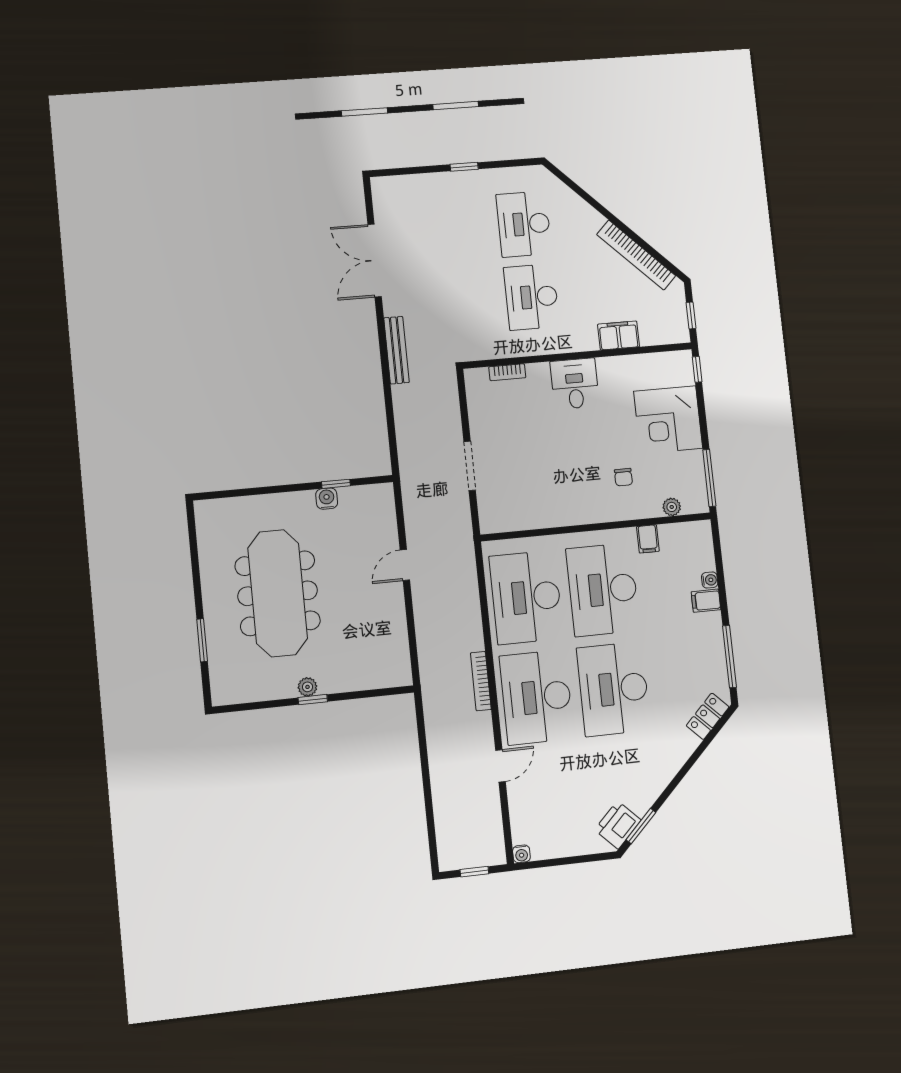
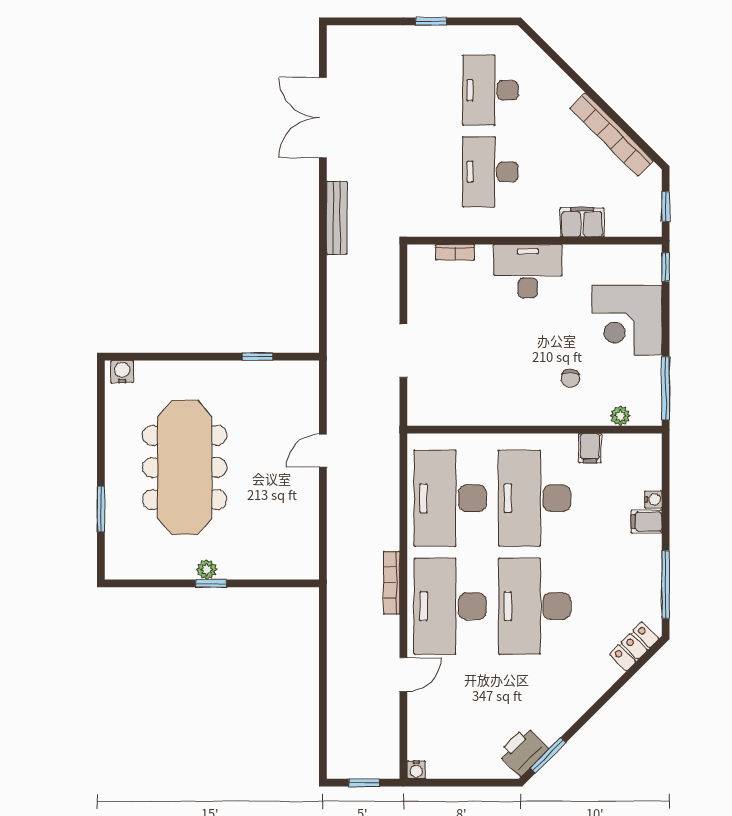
desk: (575, 384) -> (528, 271), width x1.37
water cooler: (327, 499) -> (122, 372), moved

